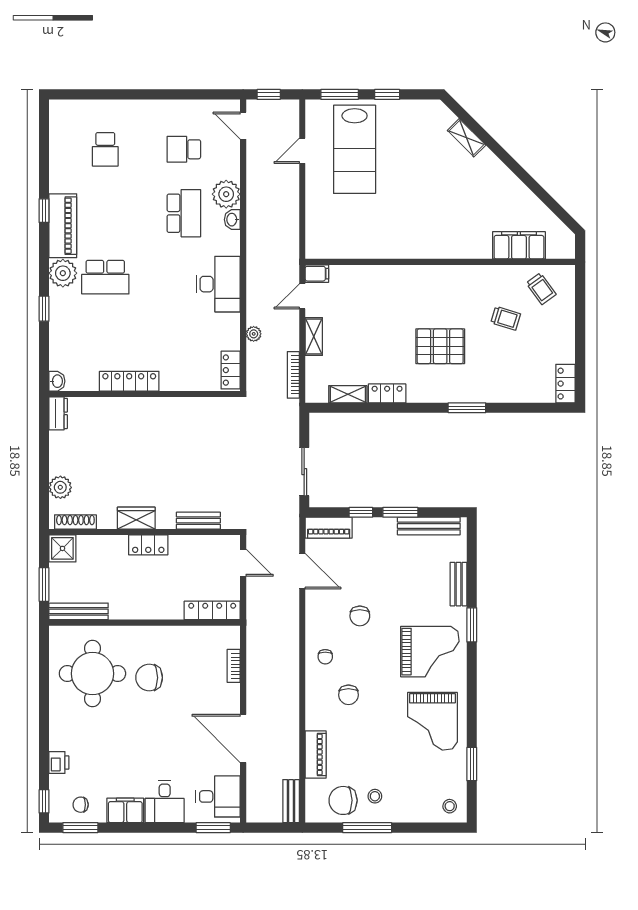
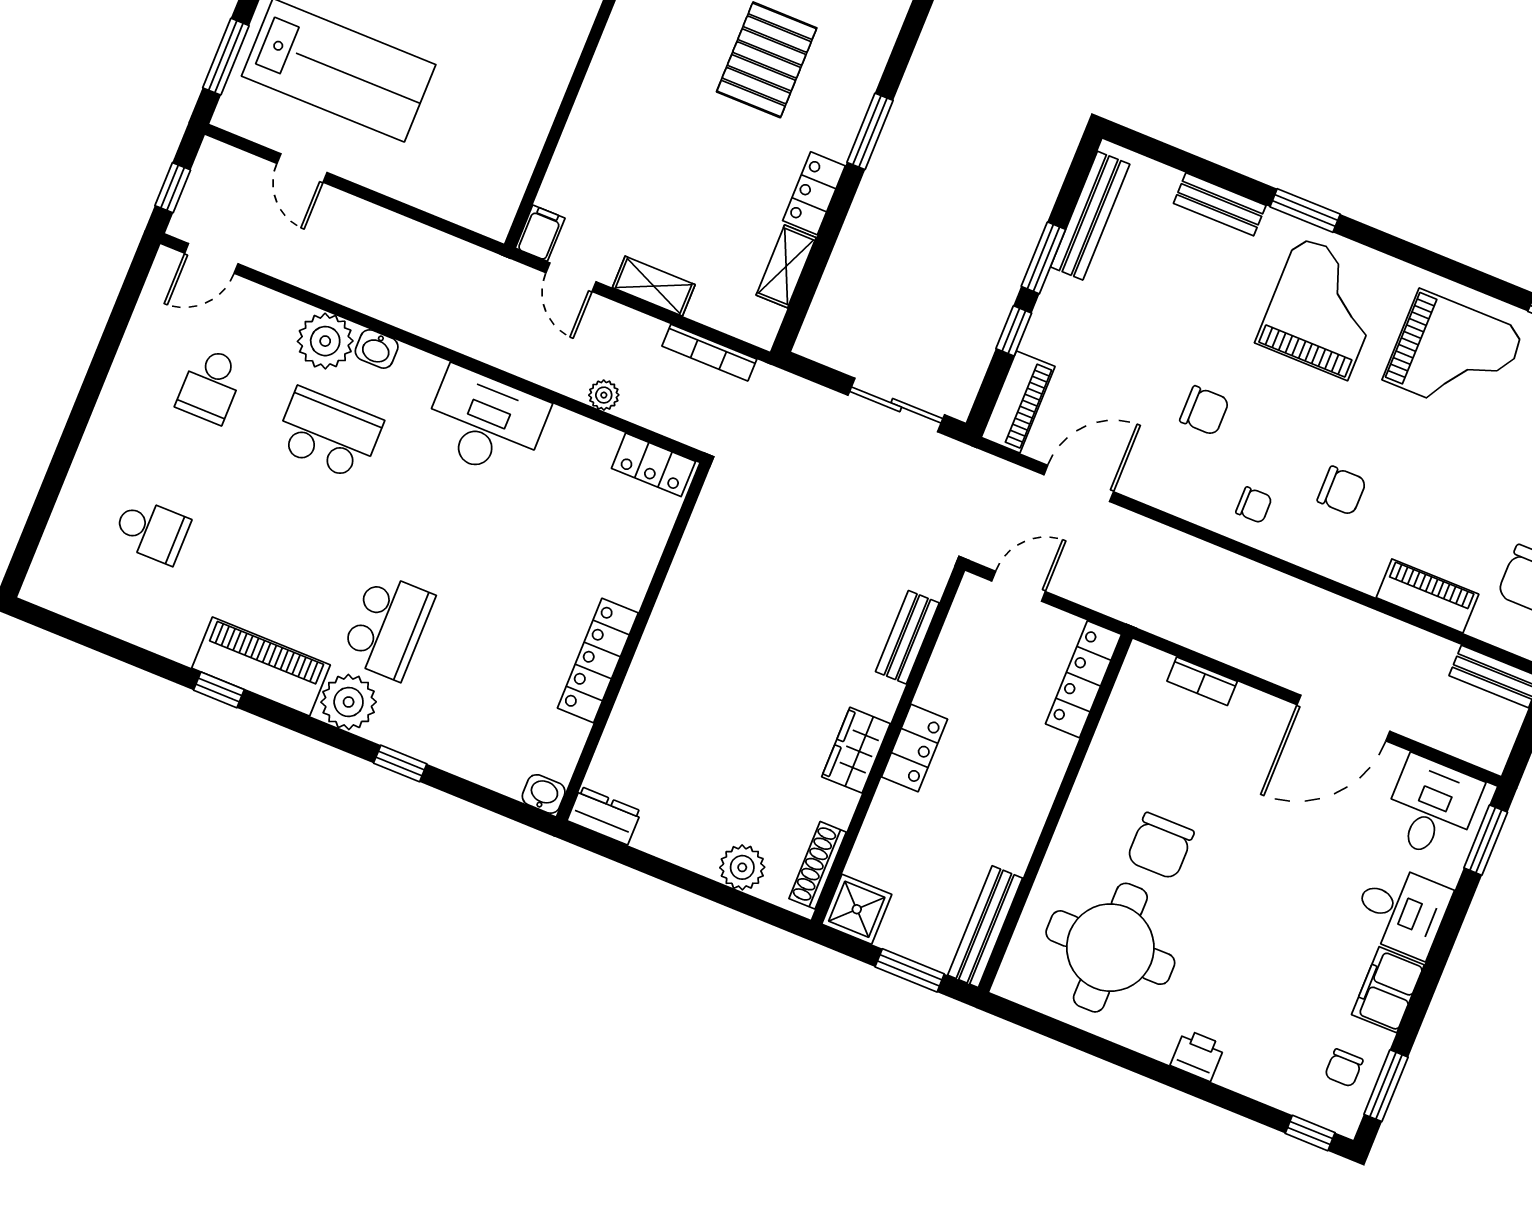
window: (467, 408) -> (870, 131), moved
printer: (59, 762) -> (1198, 1055), moved

